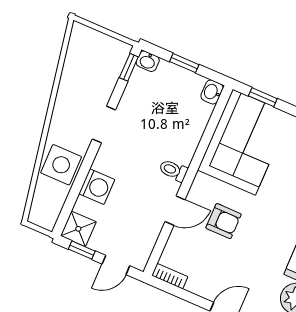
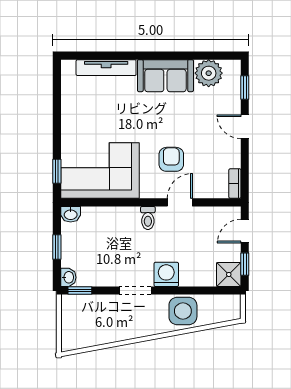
washing machine: (97, 187) -> (166, 274), moved
door: (175, 211) -> (180, 202), hinge flipped
door: (116, 265) -> (245, 231), swing flipped

